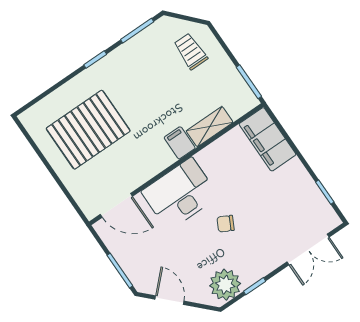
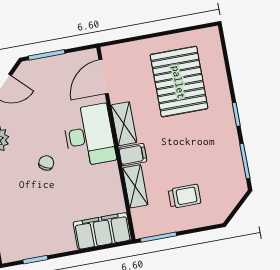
trolley: (191, 51) -> (185, 196), moved
shelving: (153, 165) -> (124, 124), added

